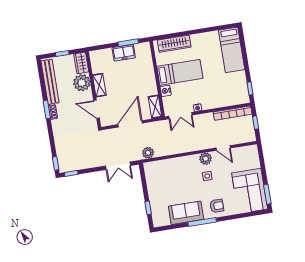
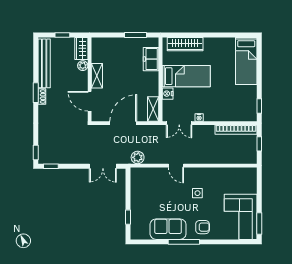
freezer: (124, 53) -> (151, 59), moved, turned 90
plant: (82, 83) -> (83, 66), width x0.53, depth x0.53
door: (223, 148) -> (176, 166), moved
plant: (206, 159) -> (199, 174), removed

